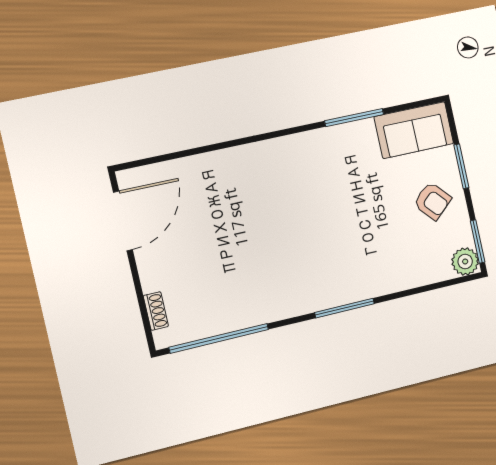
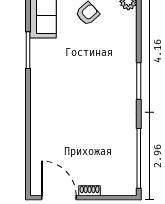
shoe rack: (156, 311) -> (90, 191), moved

